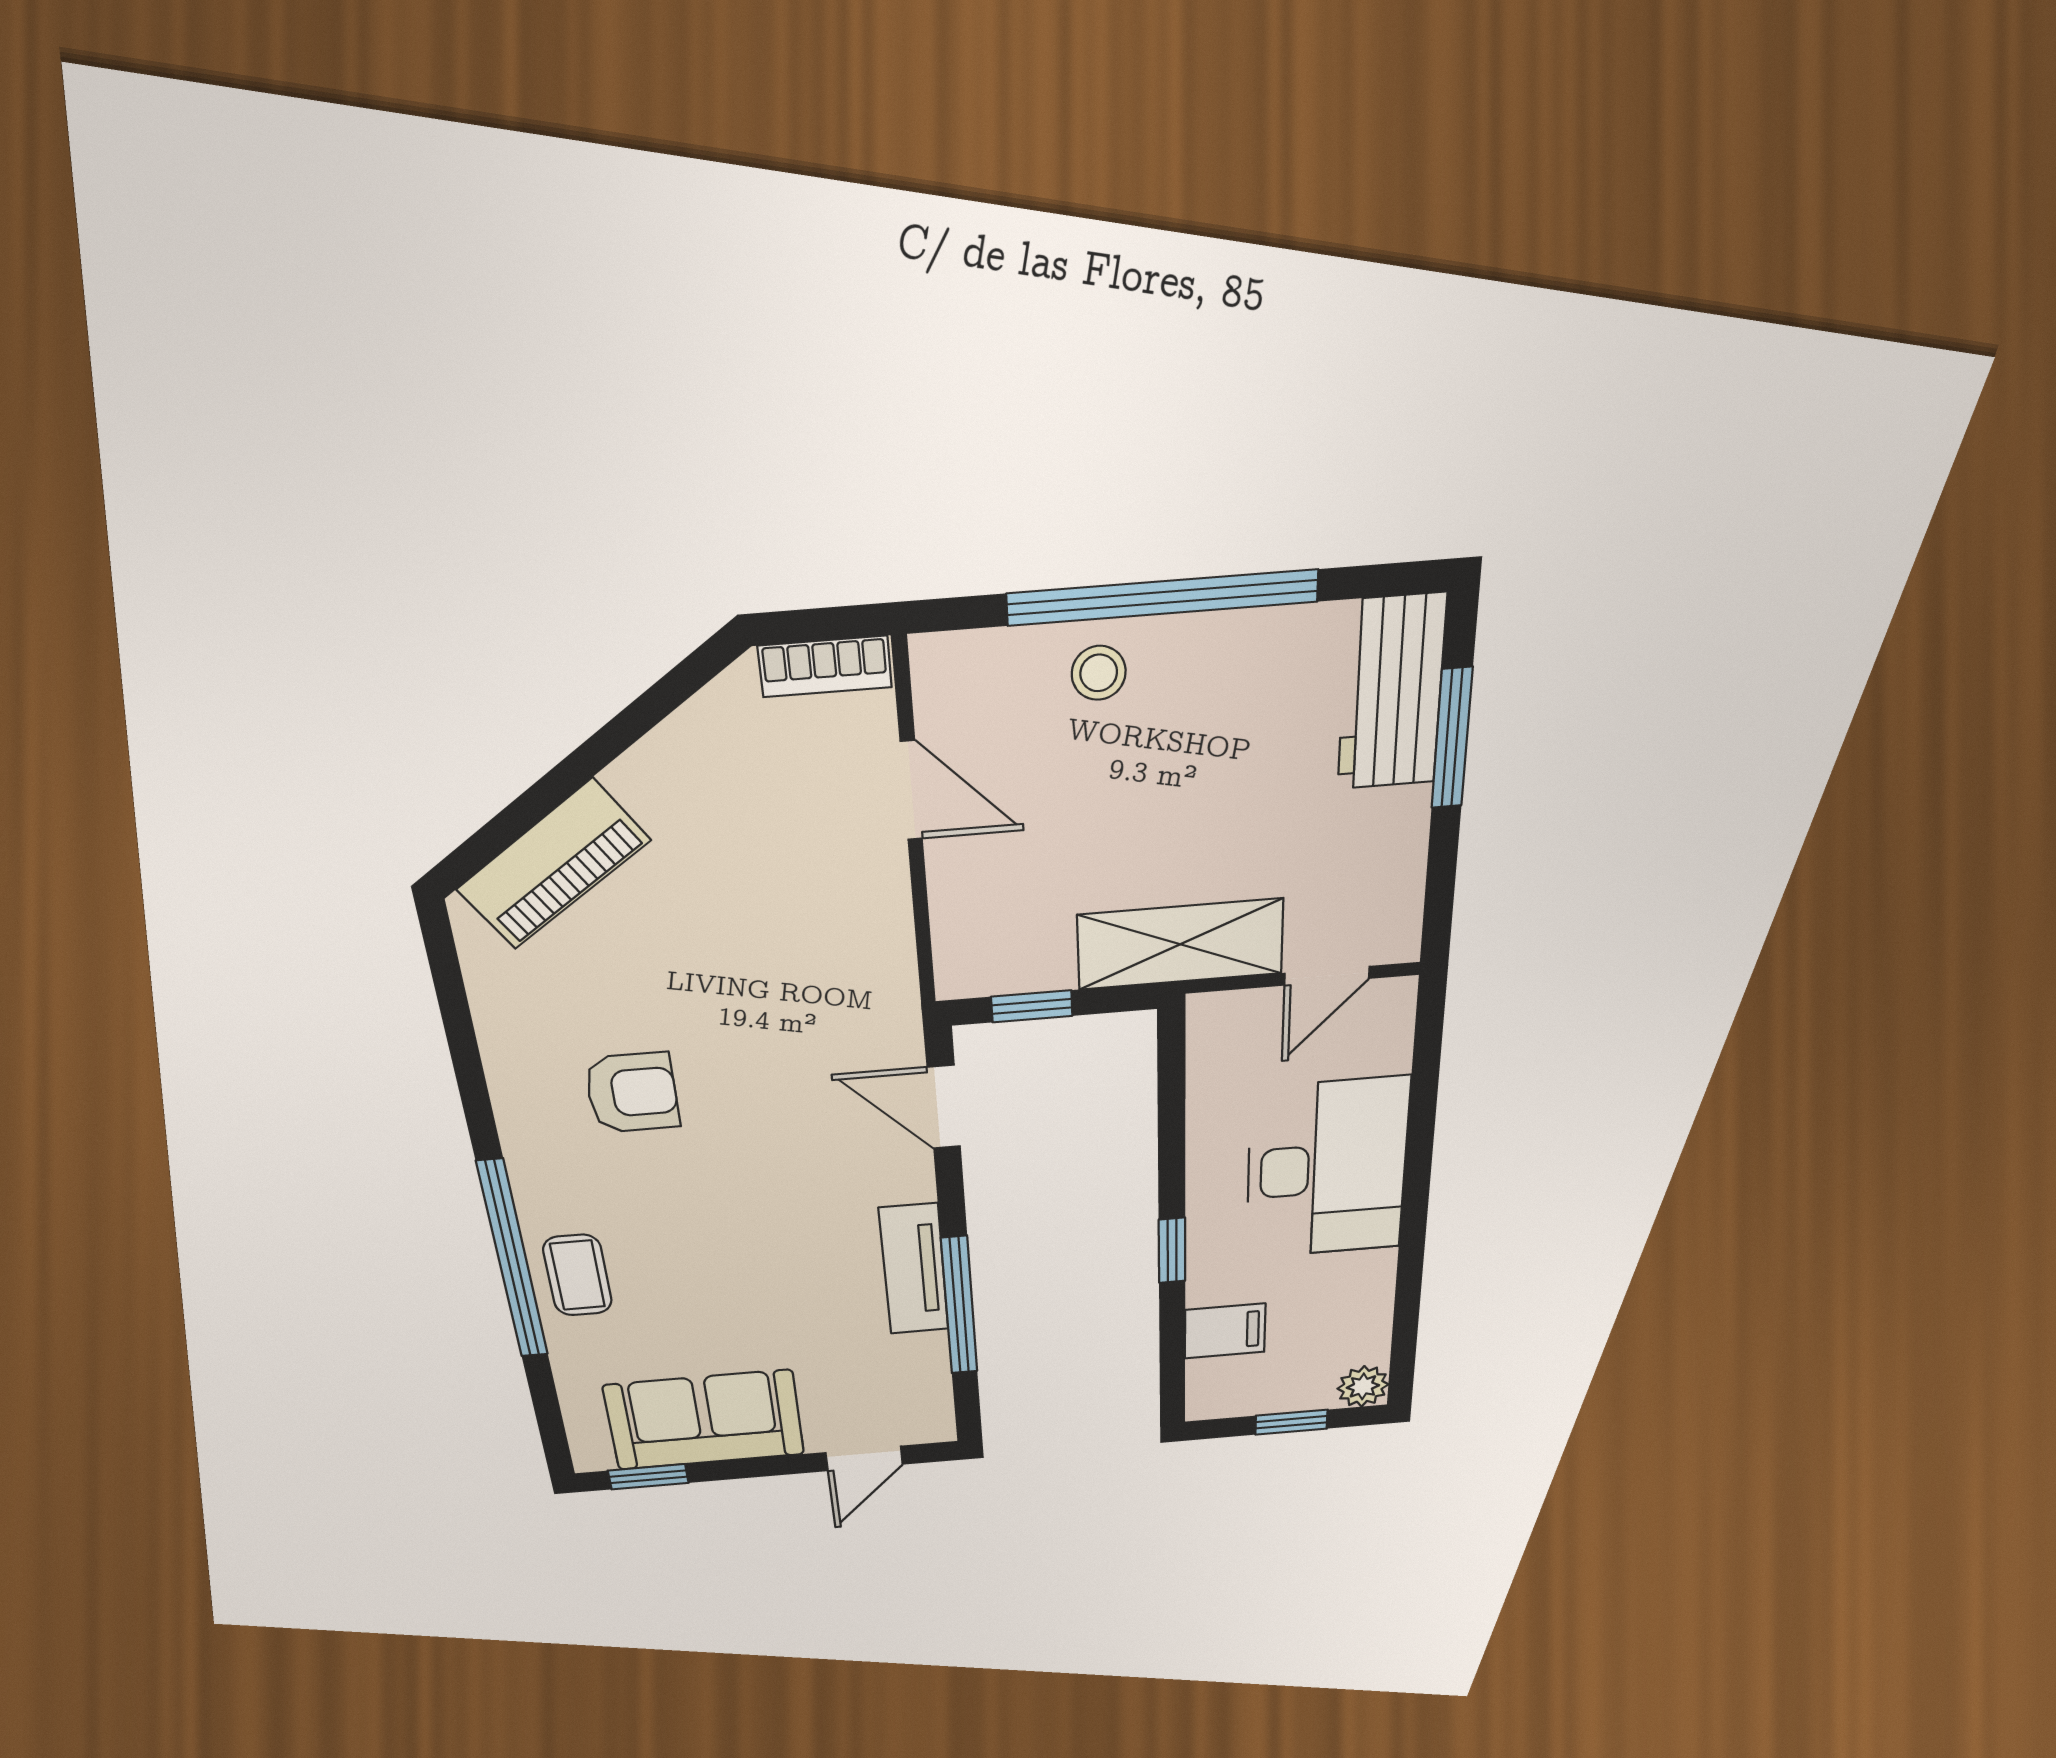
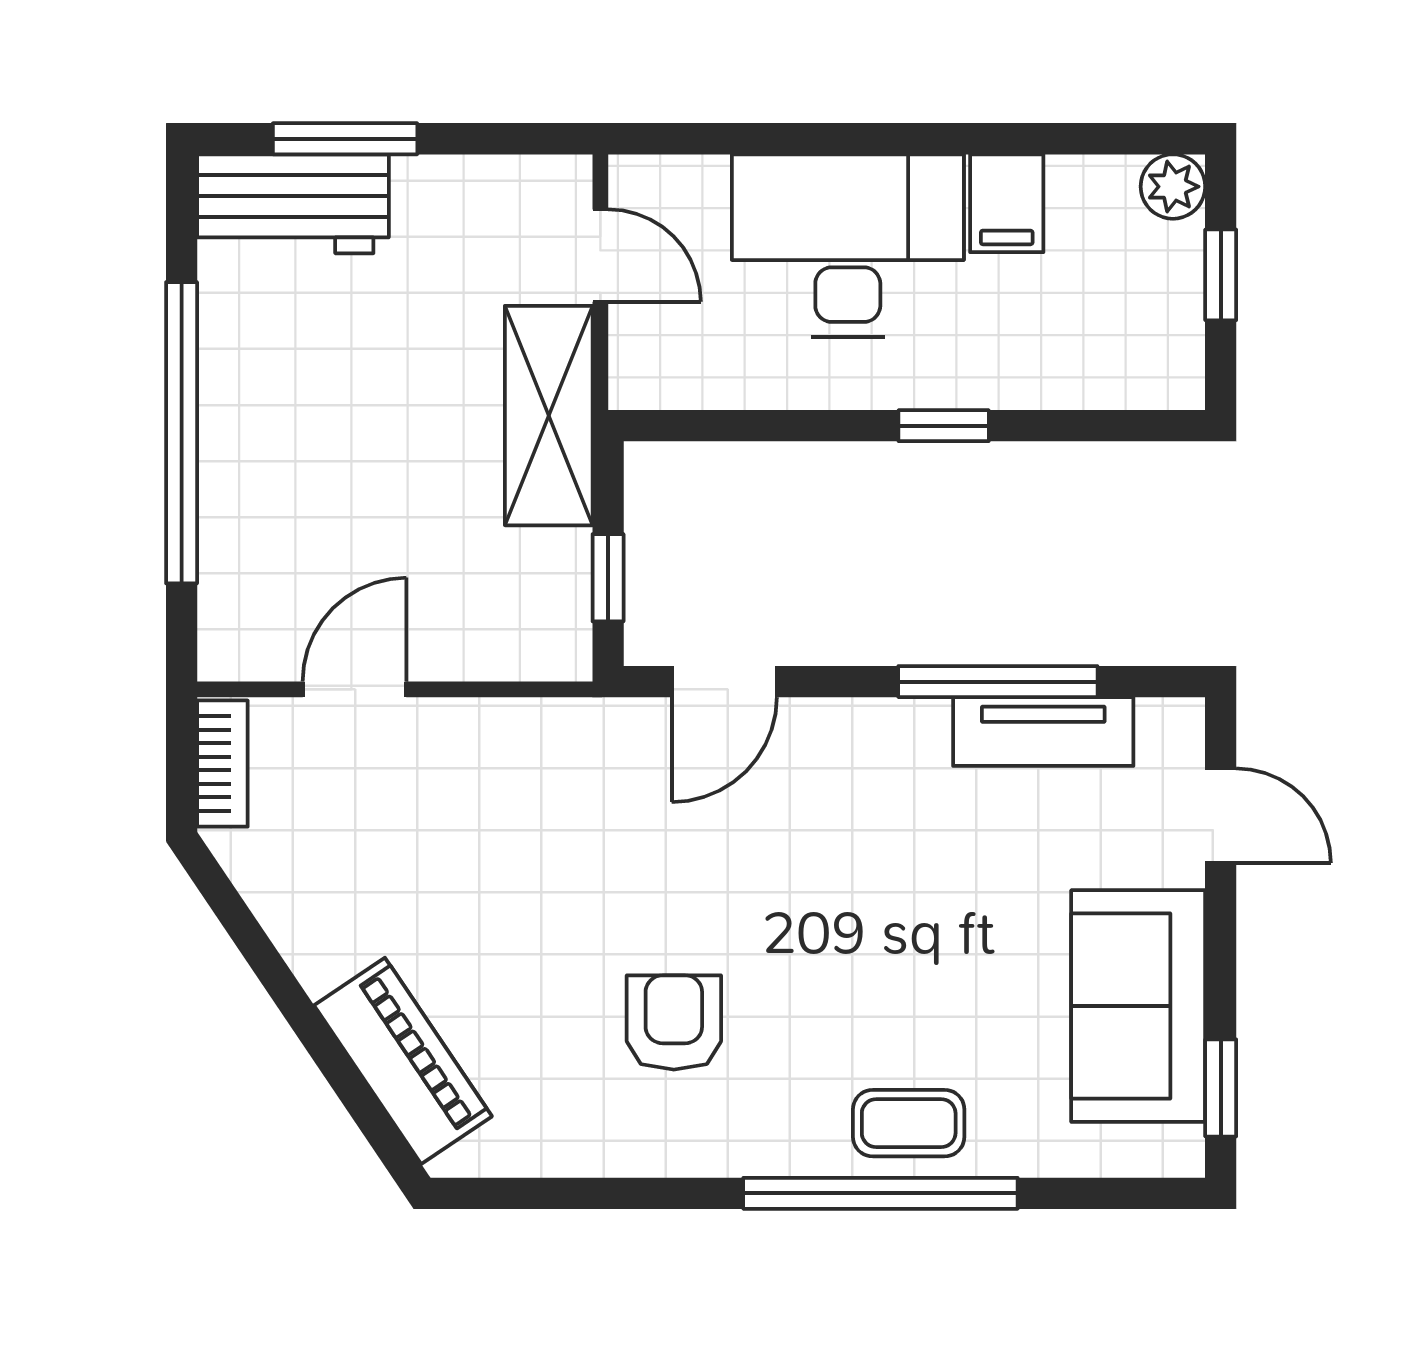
stool: (1099, 673) -> (250, 496), removed
tv unit: (914, 1269) -> (1043, 731), moved
filing cabinet: (1225, 1331) -> (1007, 203), moved, turned 180

